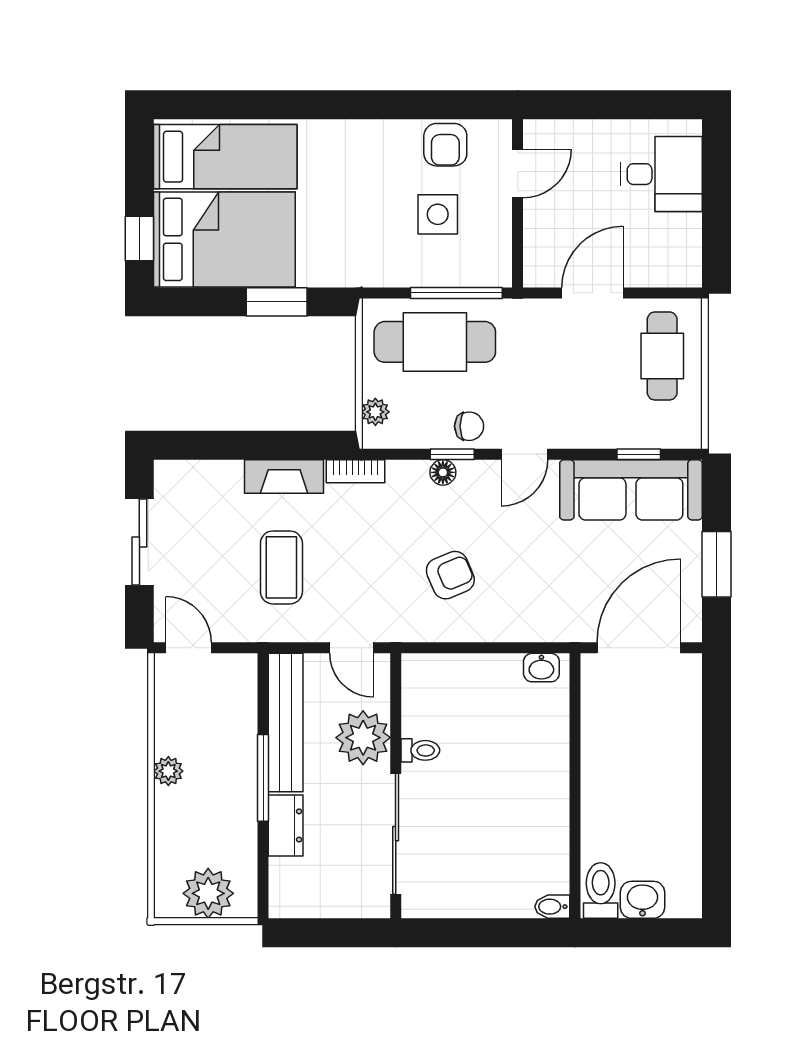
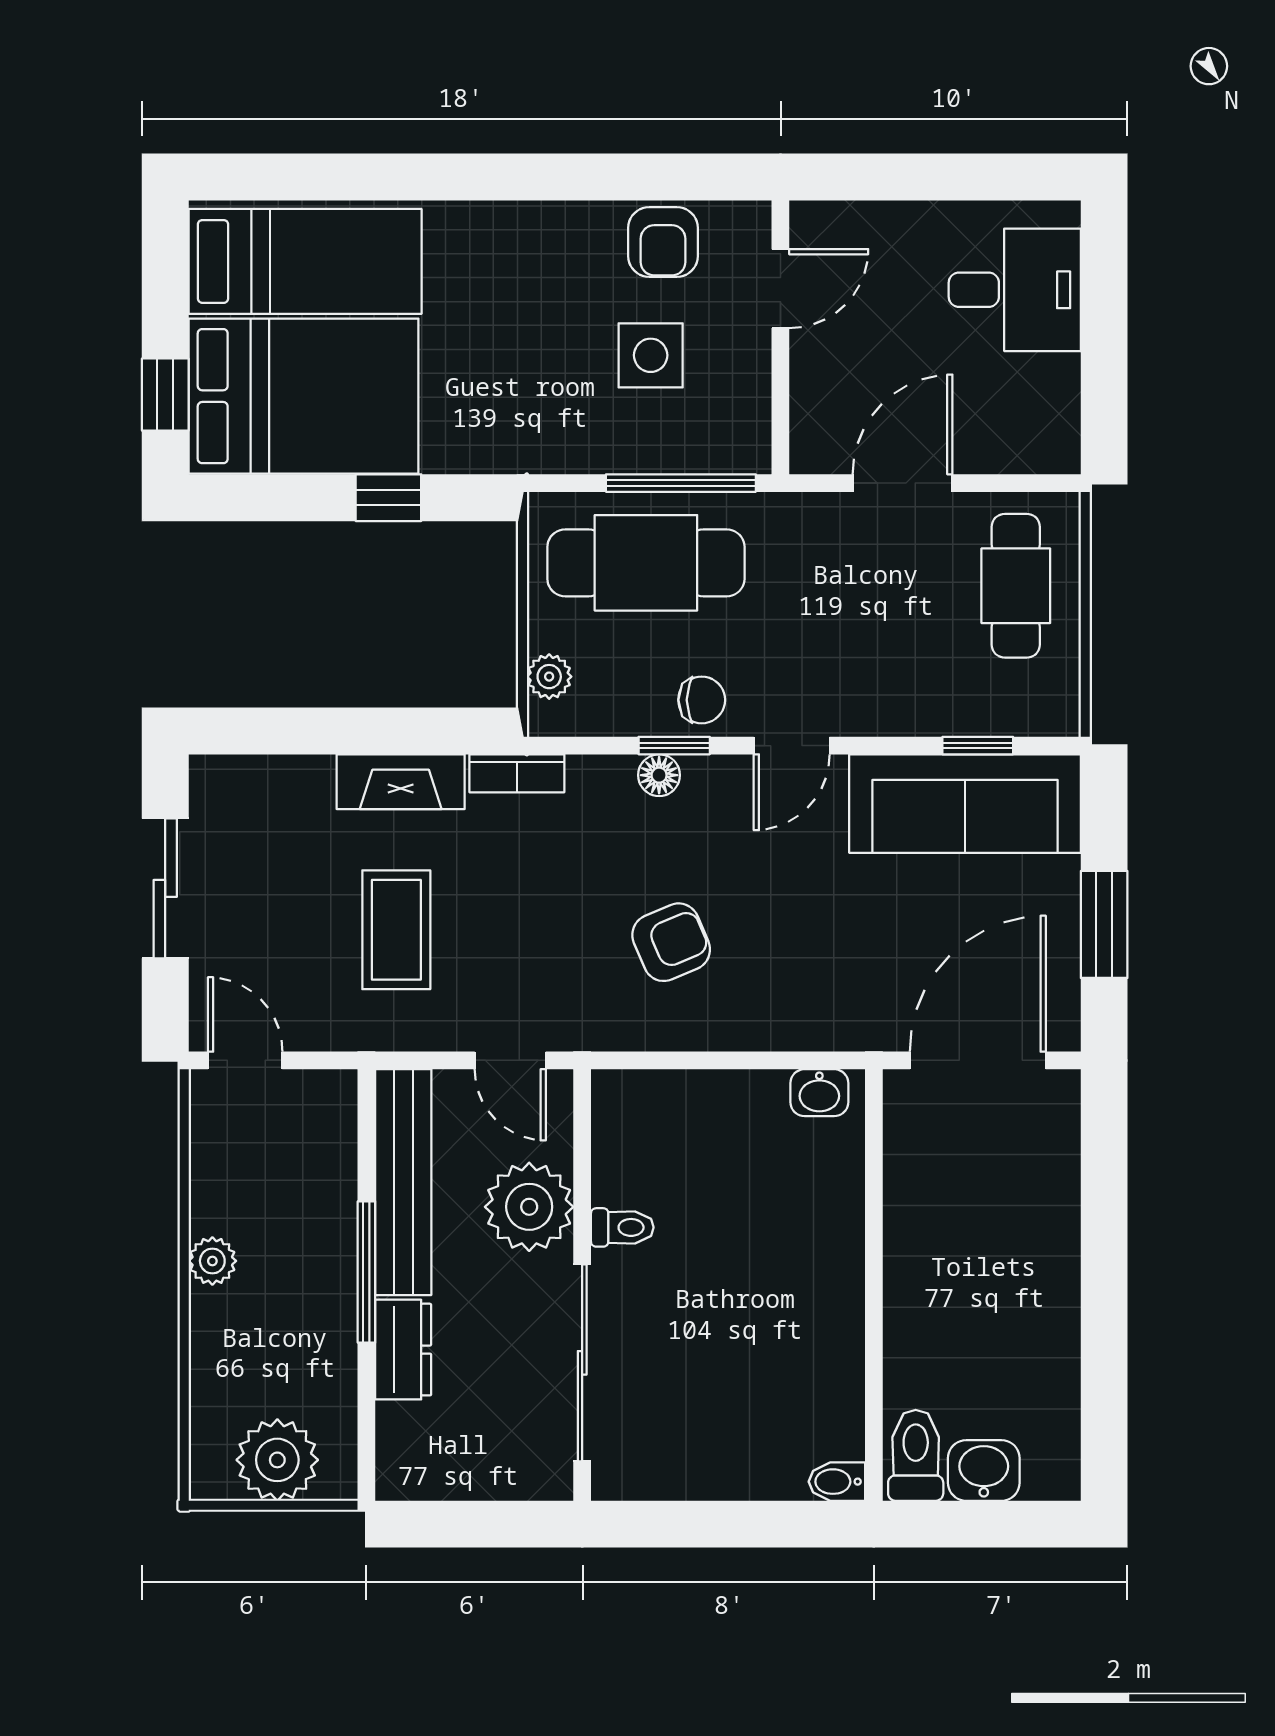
window: (277, 302) -> (388, 498), width x0.67

